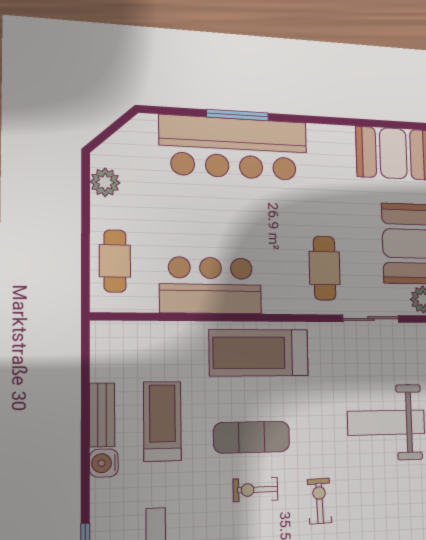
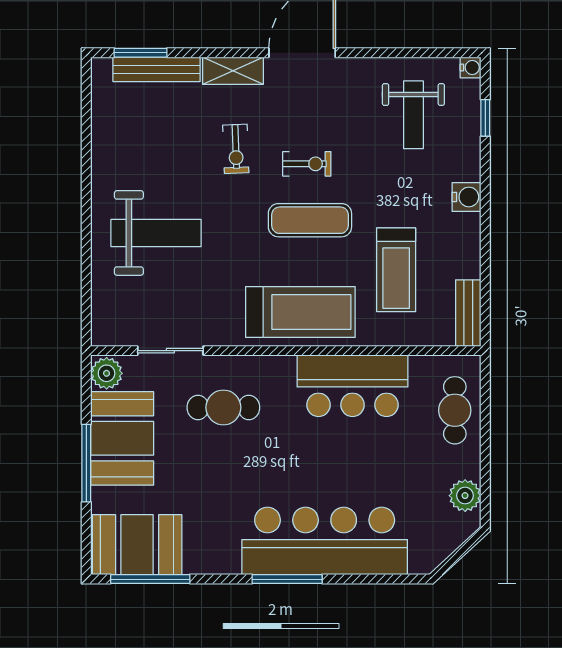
window: (238, 115) -> (287, 579), moved
window: (382, 124) -> (150, 579), added
cafe table: (325, 268) -> (223, 407), turned 90
bench: (102, 415) -> (468, 313), moved
treadmill: (162, 421) -> (396, 270), moved

